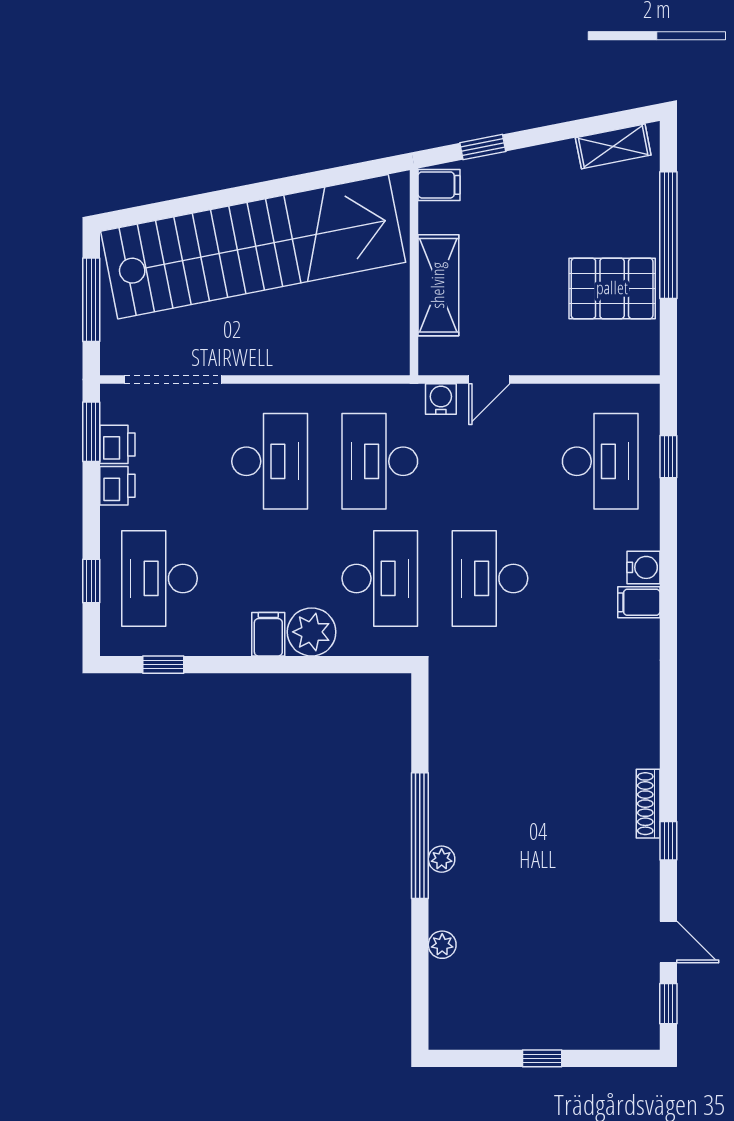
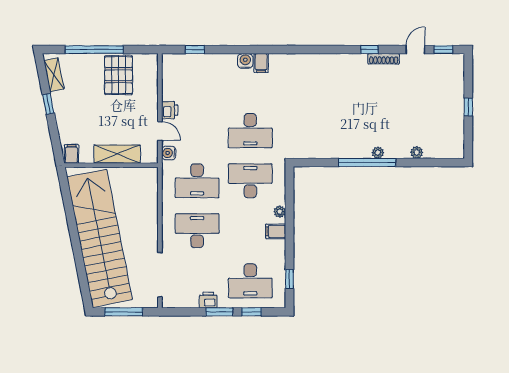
window: (483, 147) -> (48, 104), moved
window: (91, 432) -> (219, 312), moved
printer: (117, 444) -> (170, 110), moved, turned 90
desk: (600, 461) -> (197, 81), removed
plant: (312, 632) -> (280, 212), width x0.53, depth x0.53
shoe rack: (648, 804) -> (384, 59), moved

